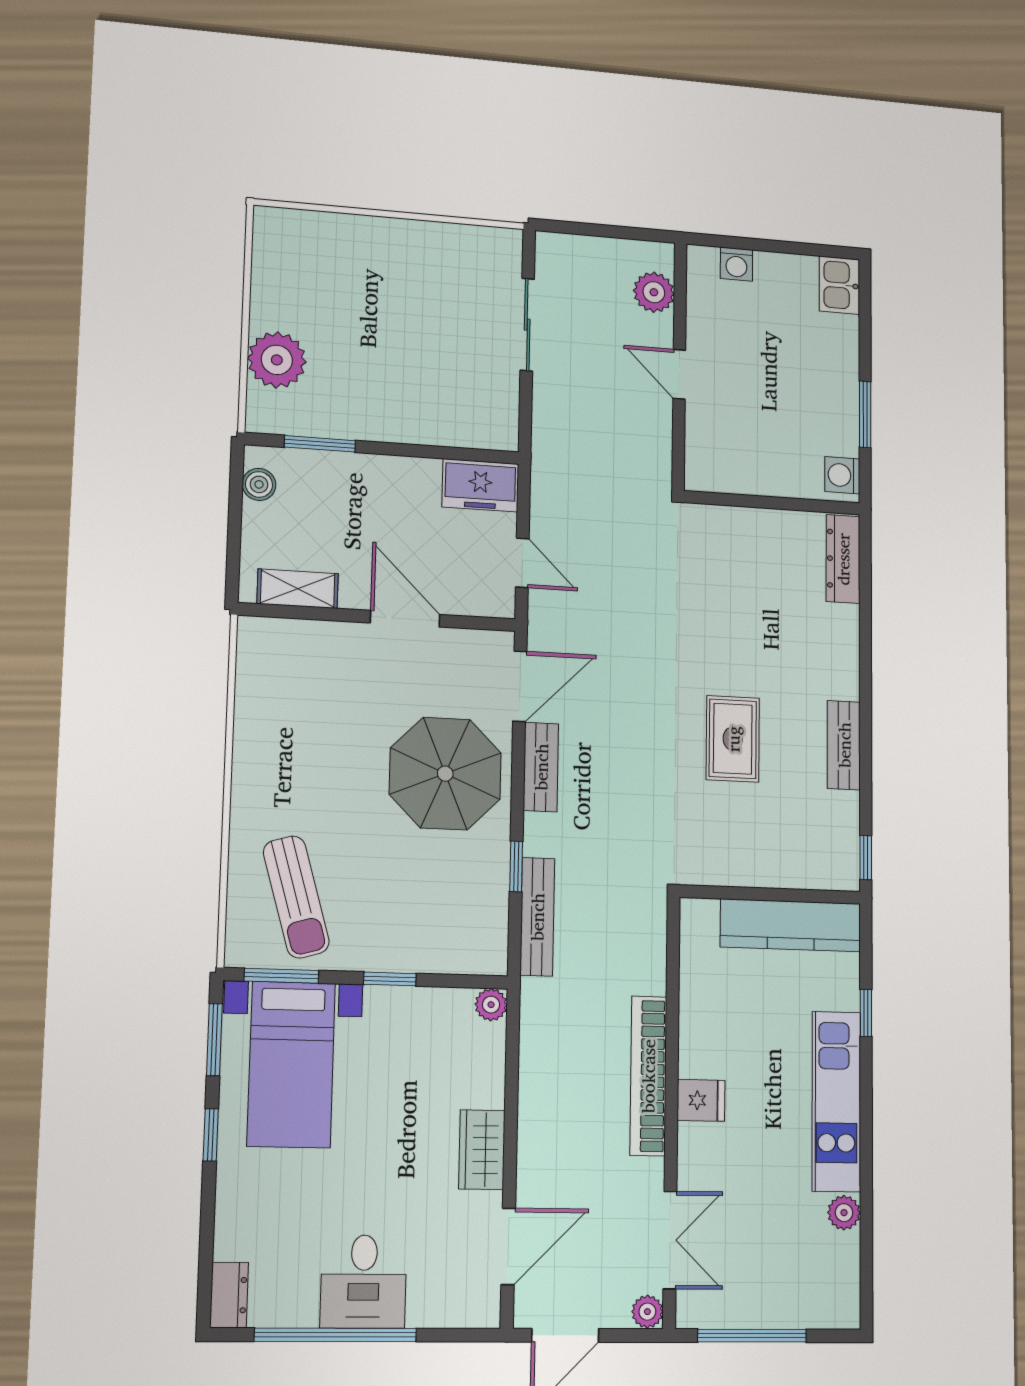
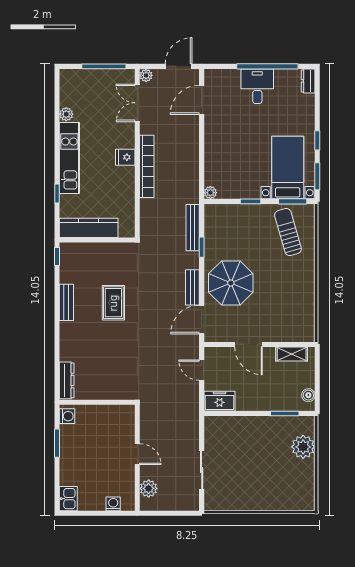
wardrobe: (482, 1150) -> (213, 137), removed

